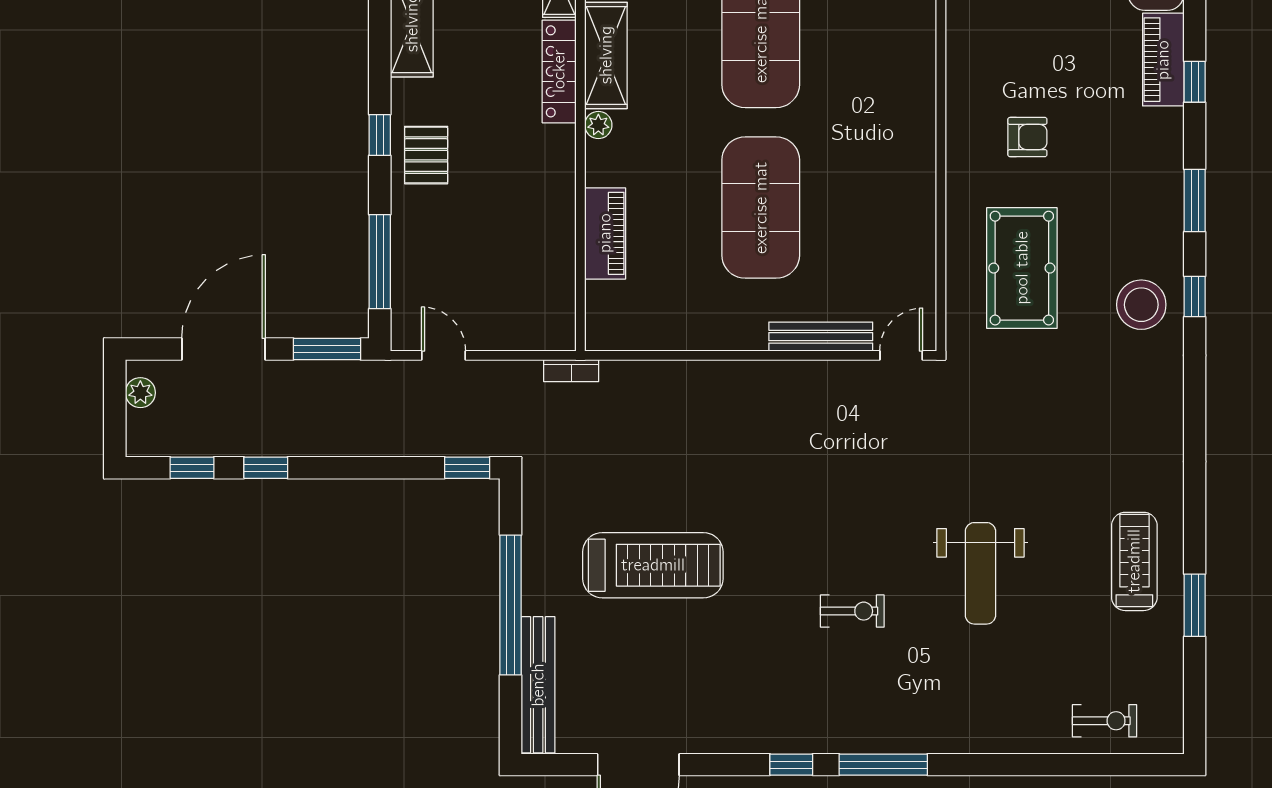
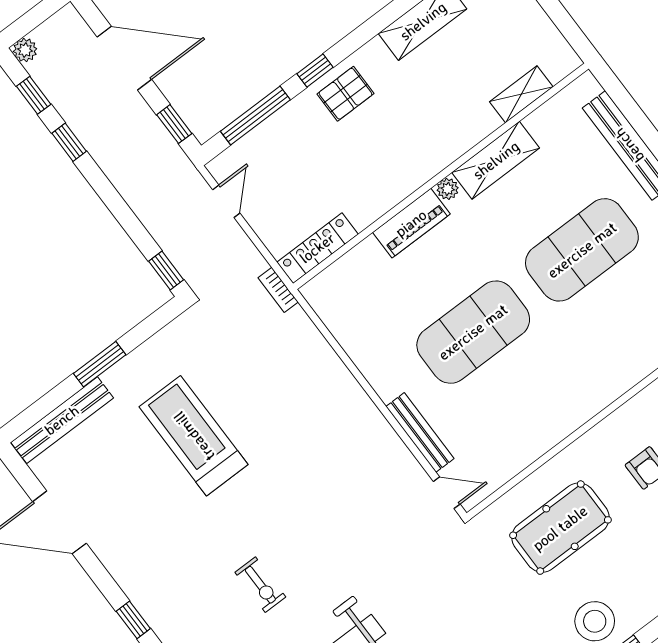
locker: (559, 71) -> (317, 248), moved
window: (380, 135) -> (315, 70), moved
piano: (605, 233) -> (411, 223), moved
window: (327, 349) -> (174, 124), width x0.67
plant: (140, 393) -> (25, 50), moved
treadmill: (653, 565) -> (194, 436), turned 180
window: (511, 605) -> (100, 364), width x0.47

